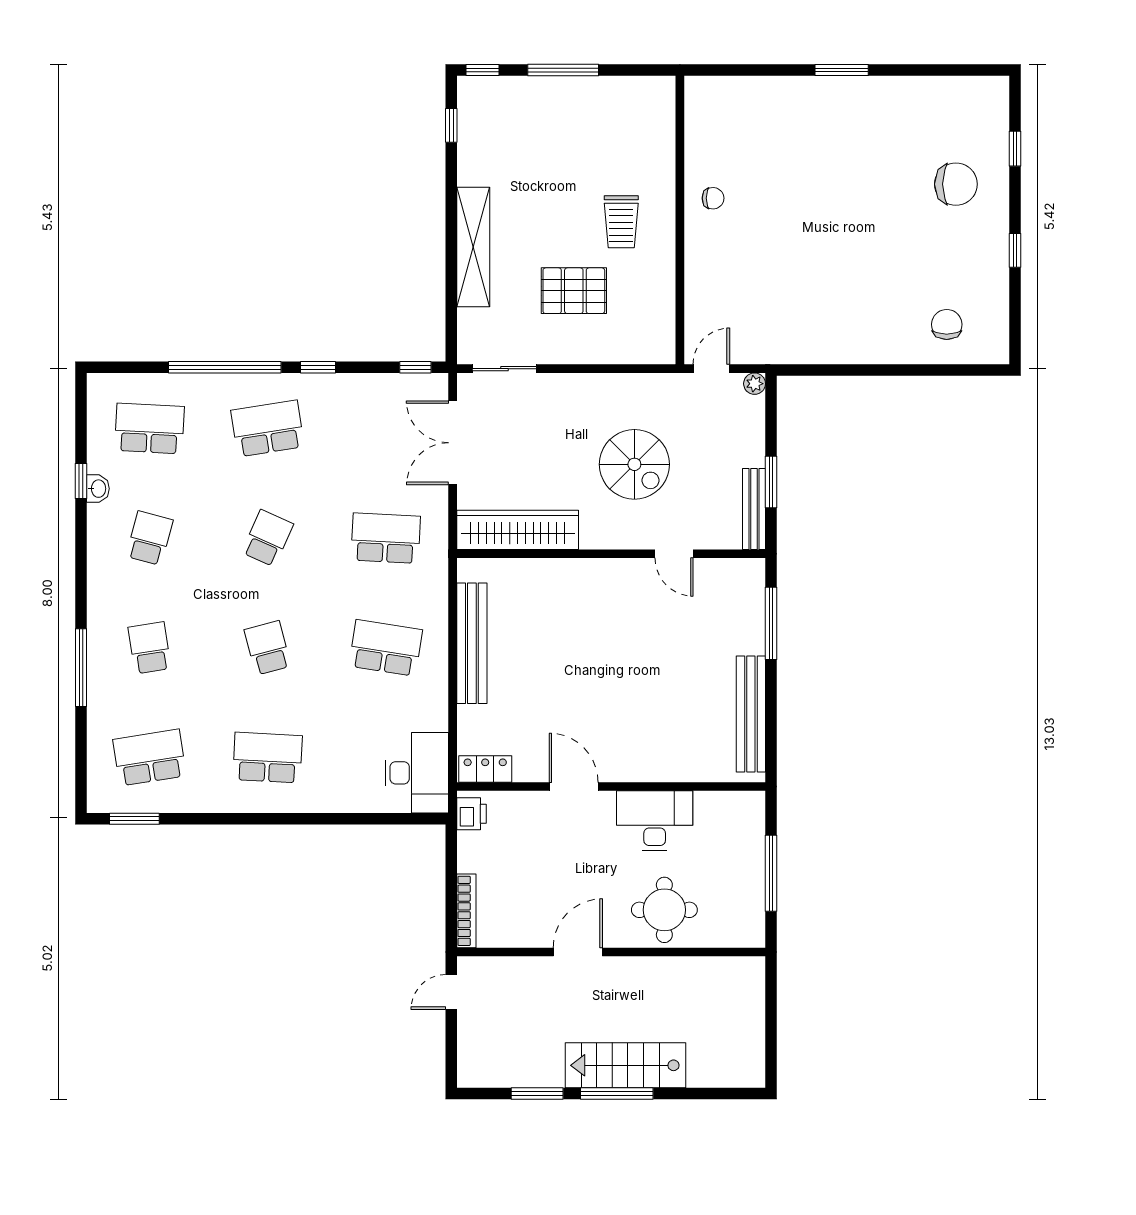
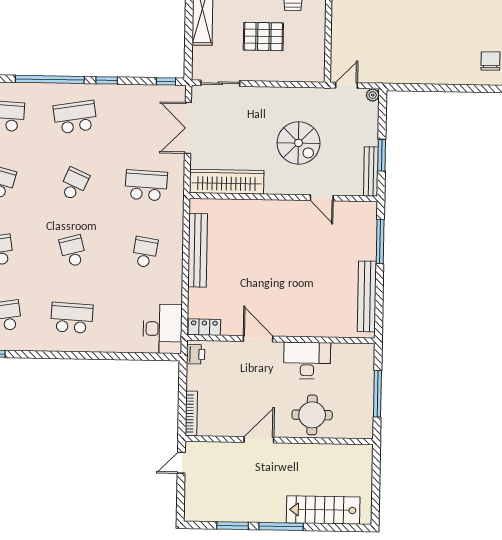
school desk: (386, 648) -> (145, 252), width x0.54
stairs: (625, 1065) -> (323, 510), moved

